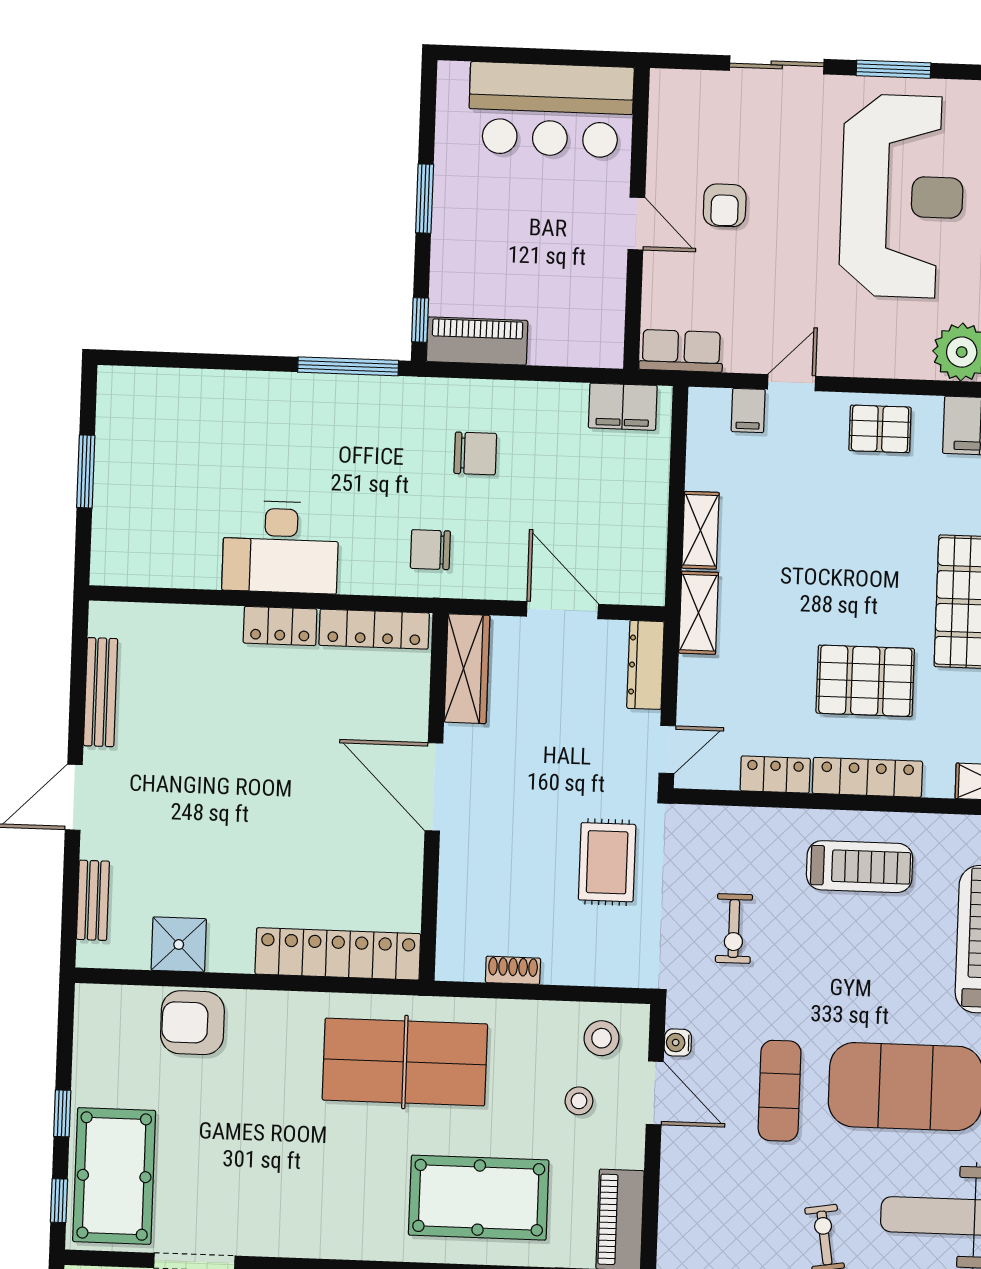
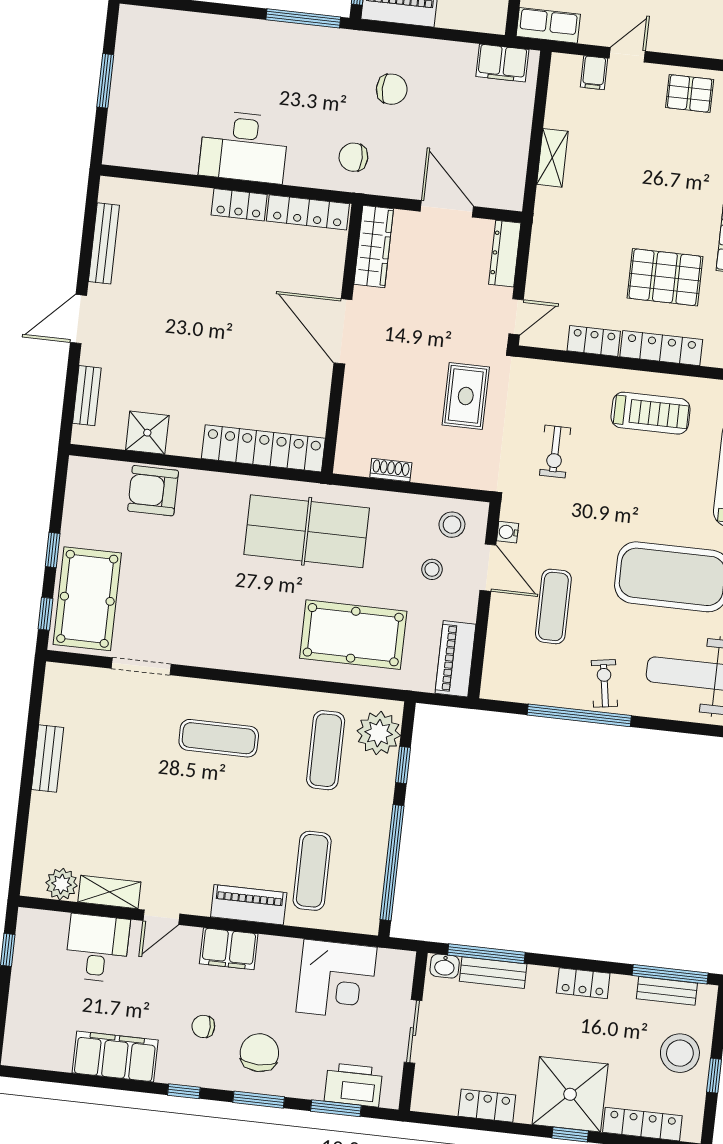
shelving: (699, 613) -> (547, 218), removed
exercise mat: (780, 1091) -> (553, 606), moved

